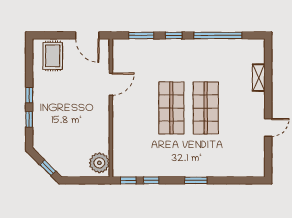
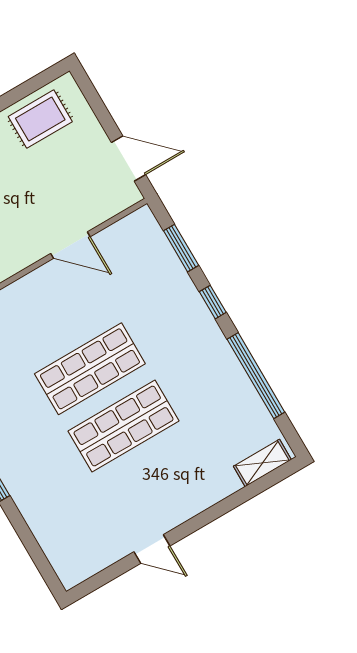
door: (87, 35) -> (129, 159), swing flipped
rug: (53, 56) -> (40, 119), moved
shelving: (259, 78) -> (262, 463), moved

